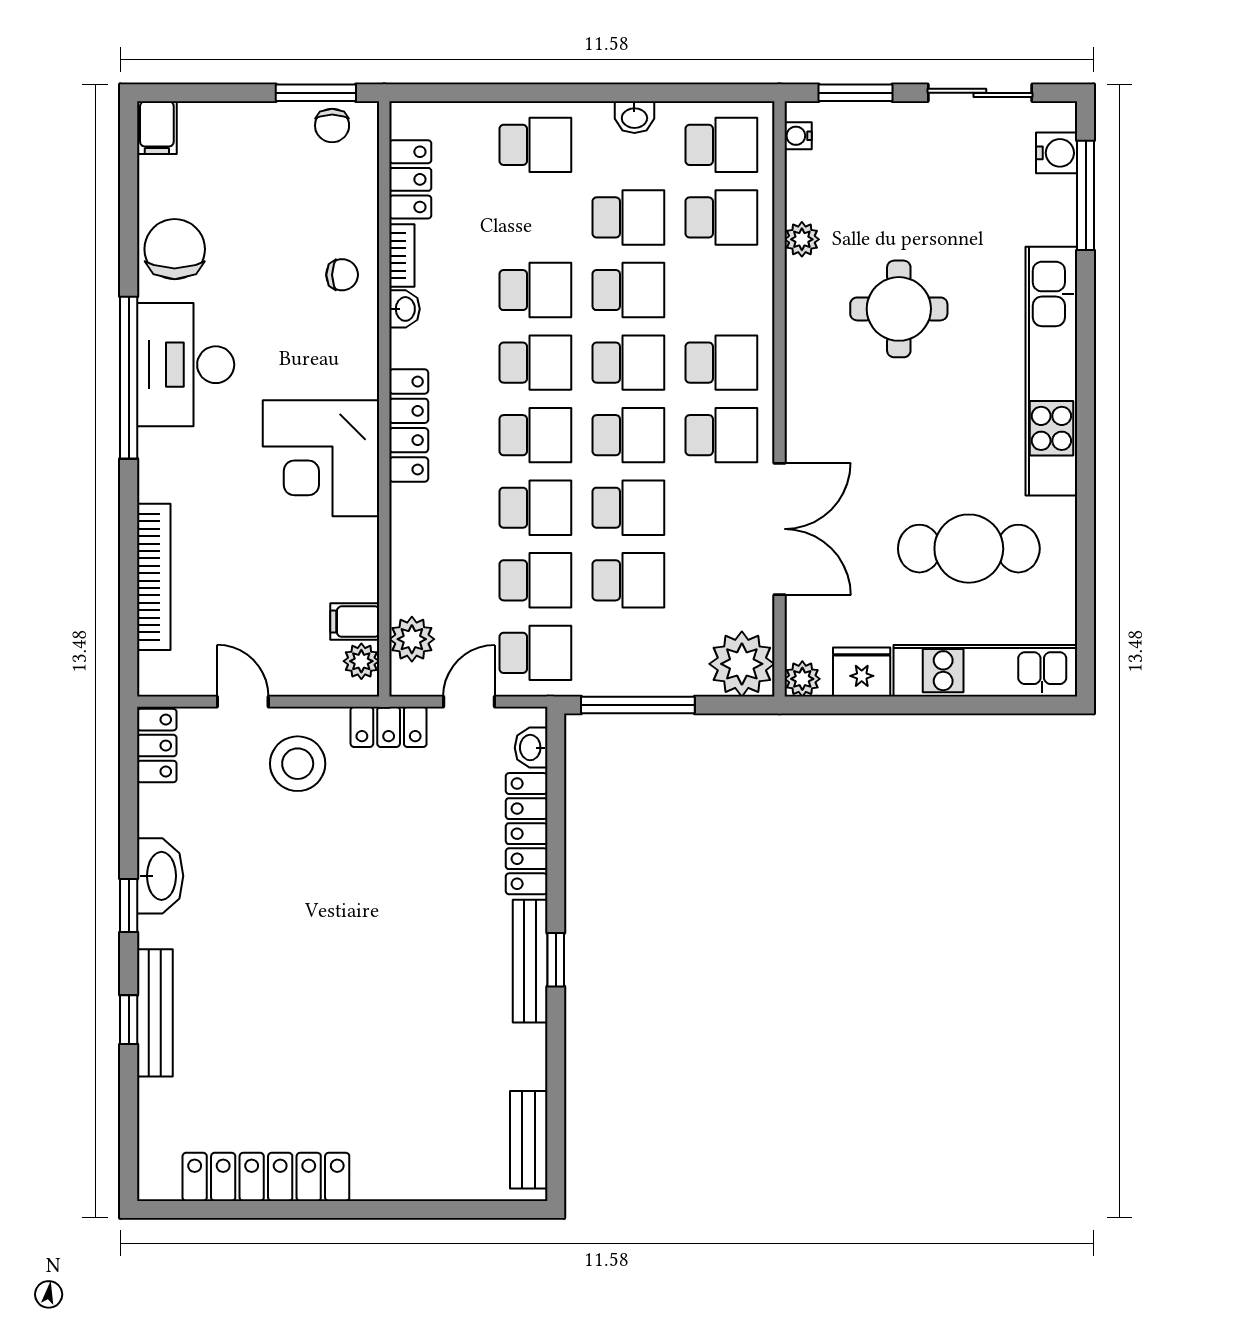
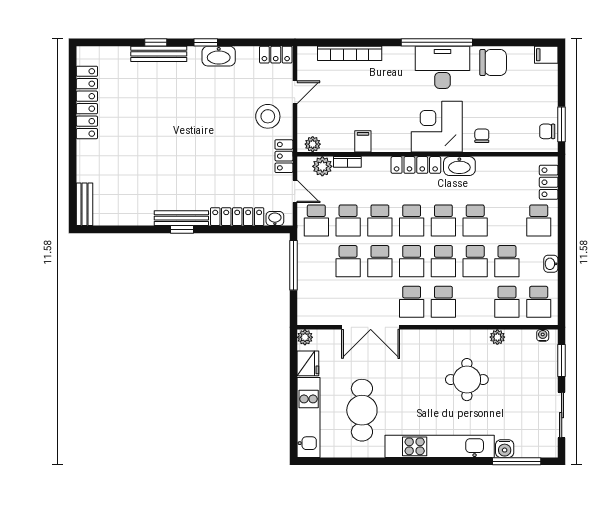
water cooler: (1057, 153) -> (505, 449), moved
locker: (410, 179) -> (549, 182), moved, turned 90
bookcase: (402, 256) -> (347, 162), moved
chair: (342, 275) -> (482, 136), turned 180
washbasin: (404, 309) -> (459, 166), width x1.91, depth x1.45
corner desk: (321, 458) -> (437, 127), moved
filing cabinet: (355, 622) -> (363, 141), moved
plant: (742, 664) -> (311, 311), removed
bench: (529, 1140) -> (84, 204), moved, turned 90

